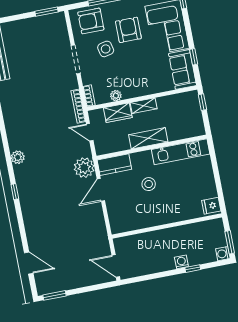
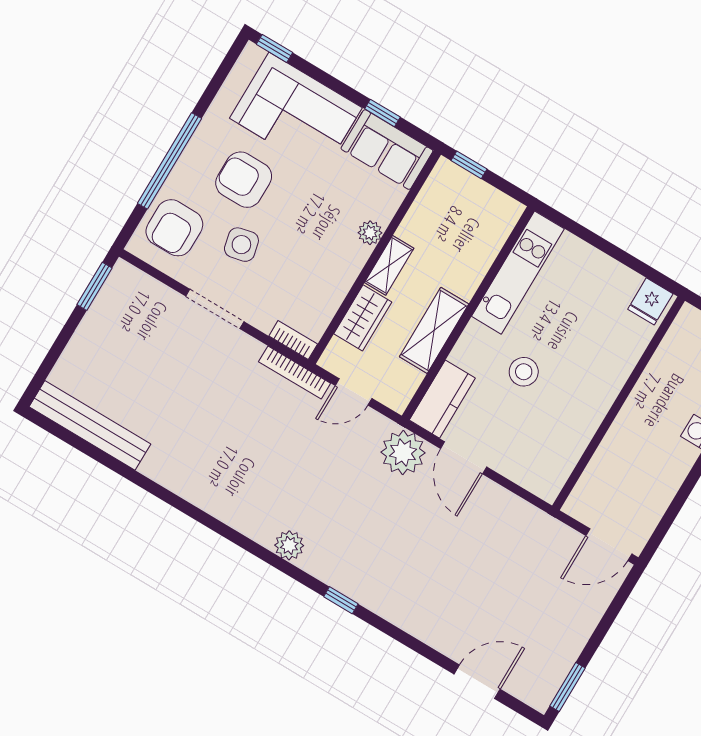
plant: (116, 96) -> (370, 233), moved
shelving: (148, 138) -> (434, 330), moved

